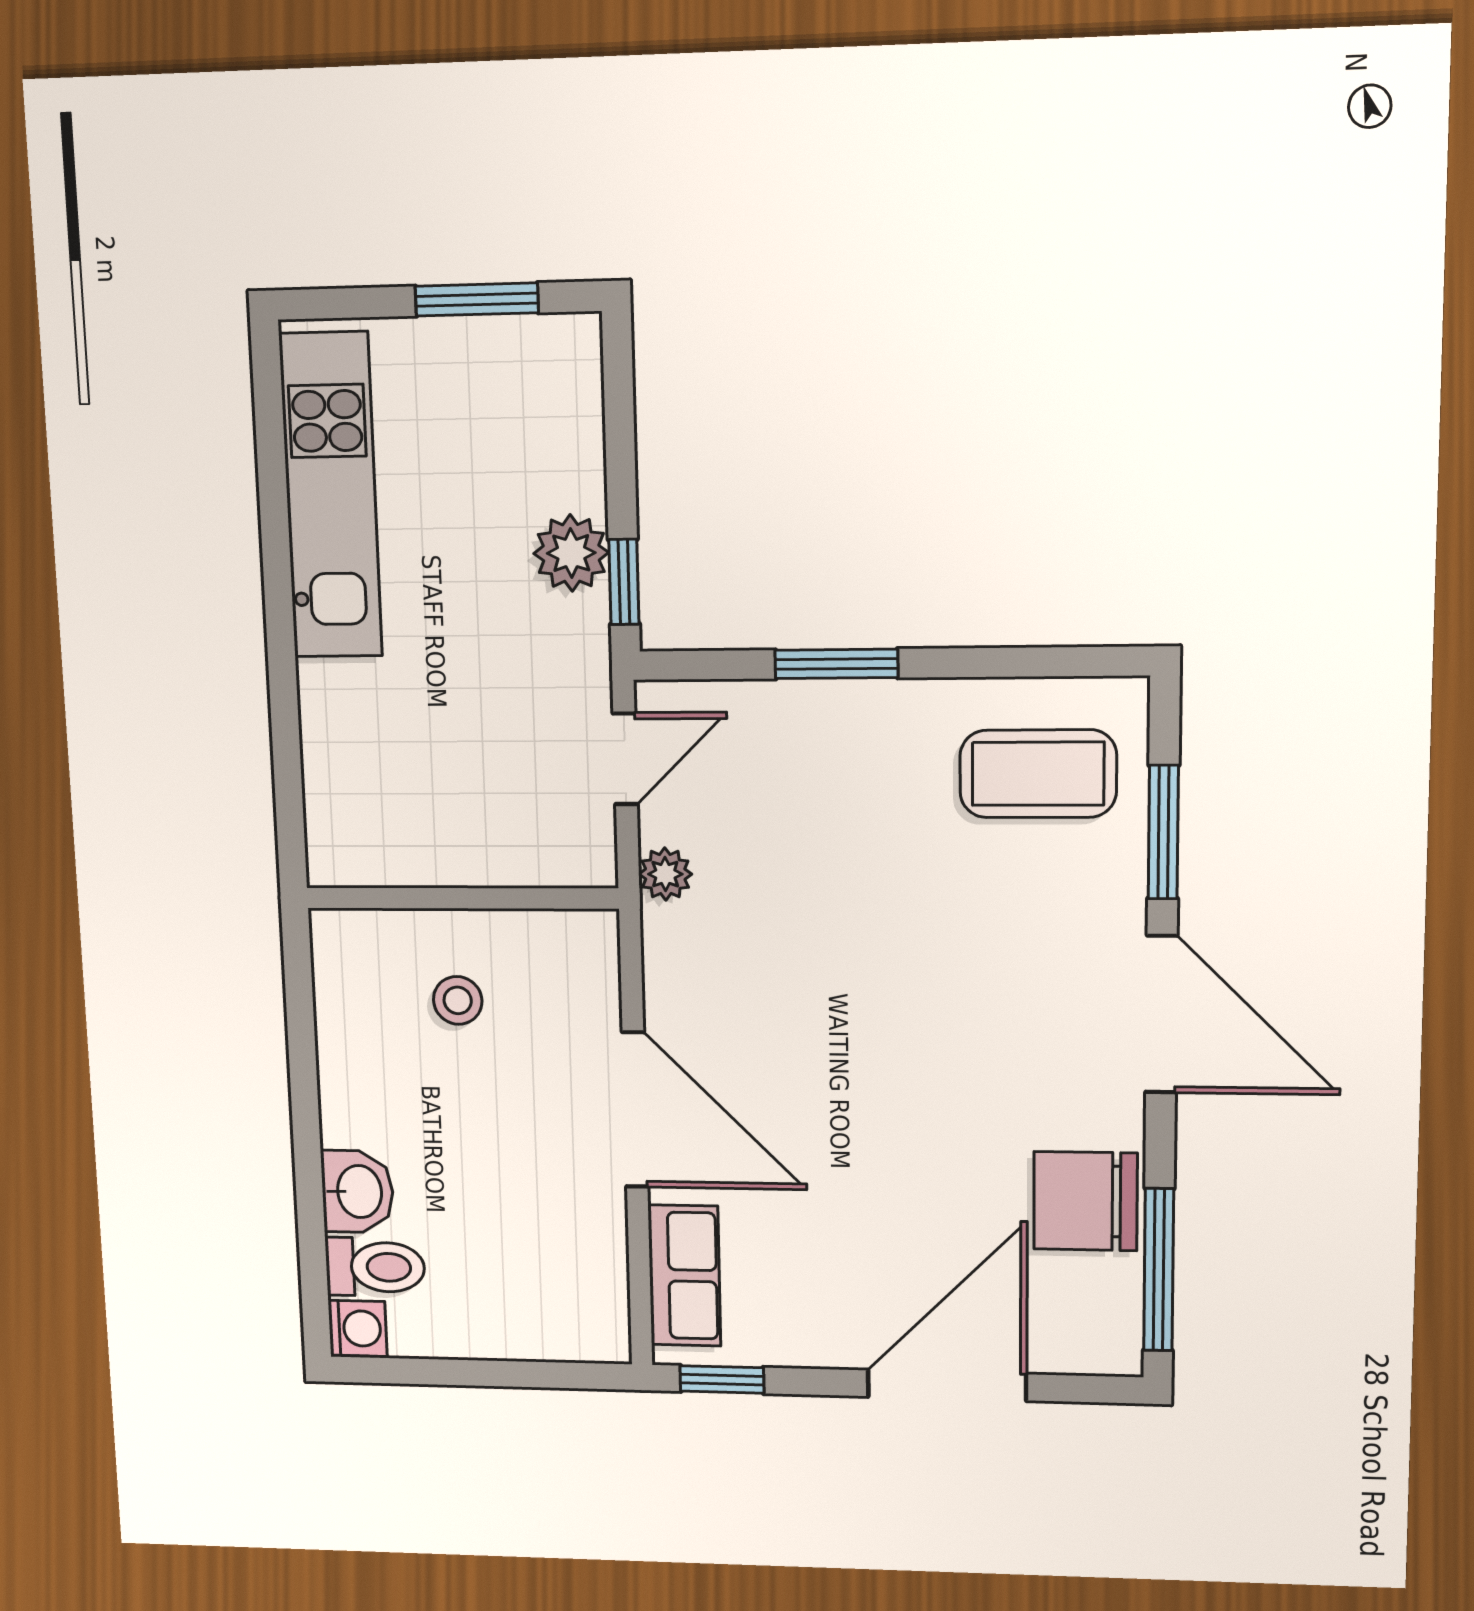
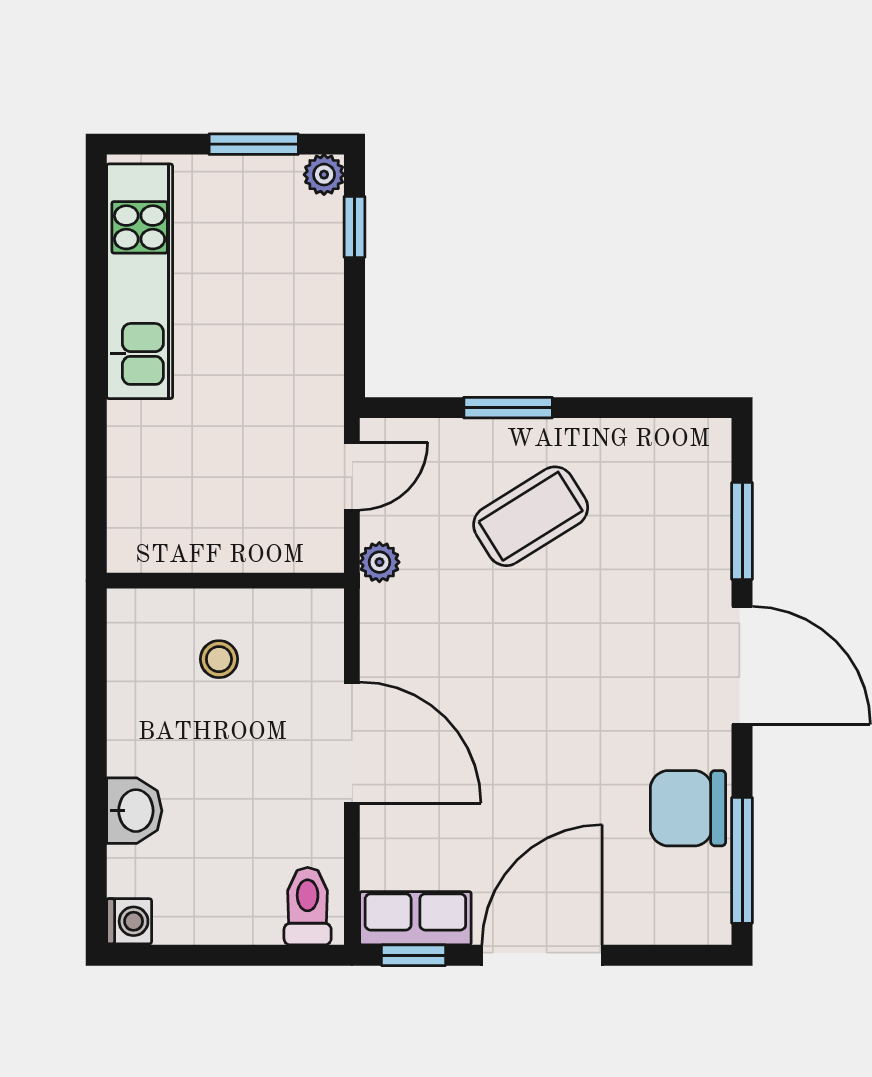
plant: (571, 553) -> (324, 175), moved, width x0.73, depth x0.73
window: (624, 582) -> (355, 227), moved
coffee table: (1038, 774) -> (531, 516), moved, turned -32
toilet: (375, 1267) -> (308, 906), moved, turned -90
row of seats: (684, 1276) -> (415, 918), moved, turned -90
door: (947, 1385) -> (542, 955), moved

